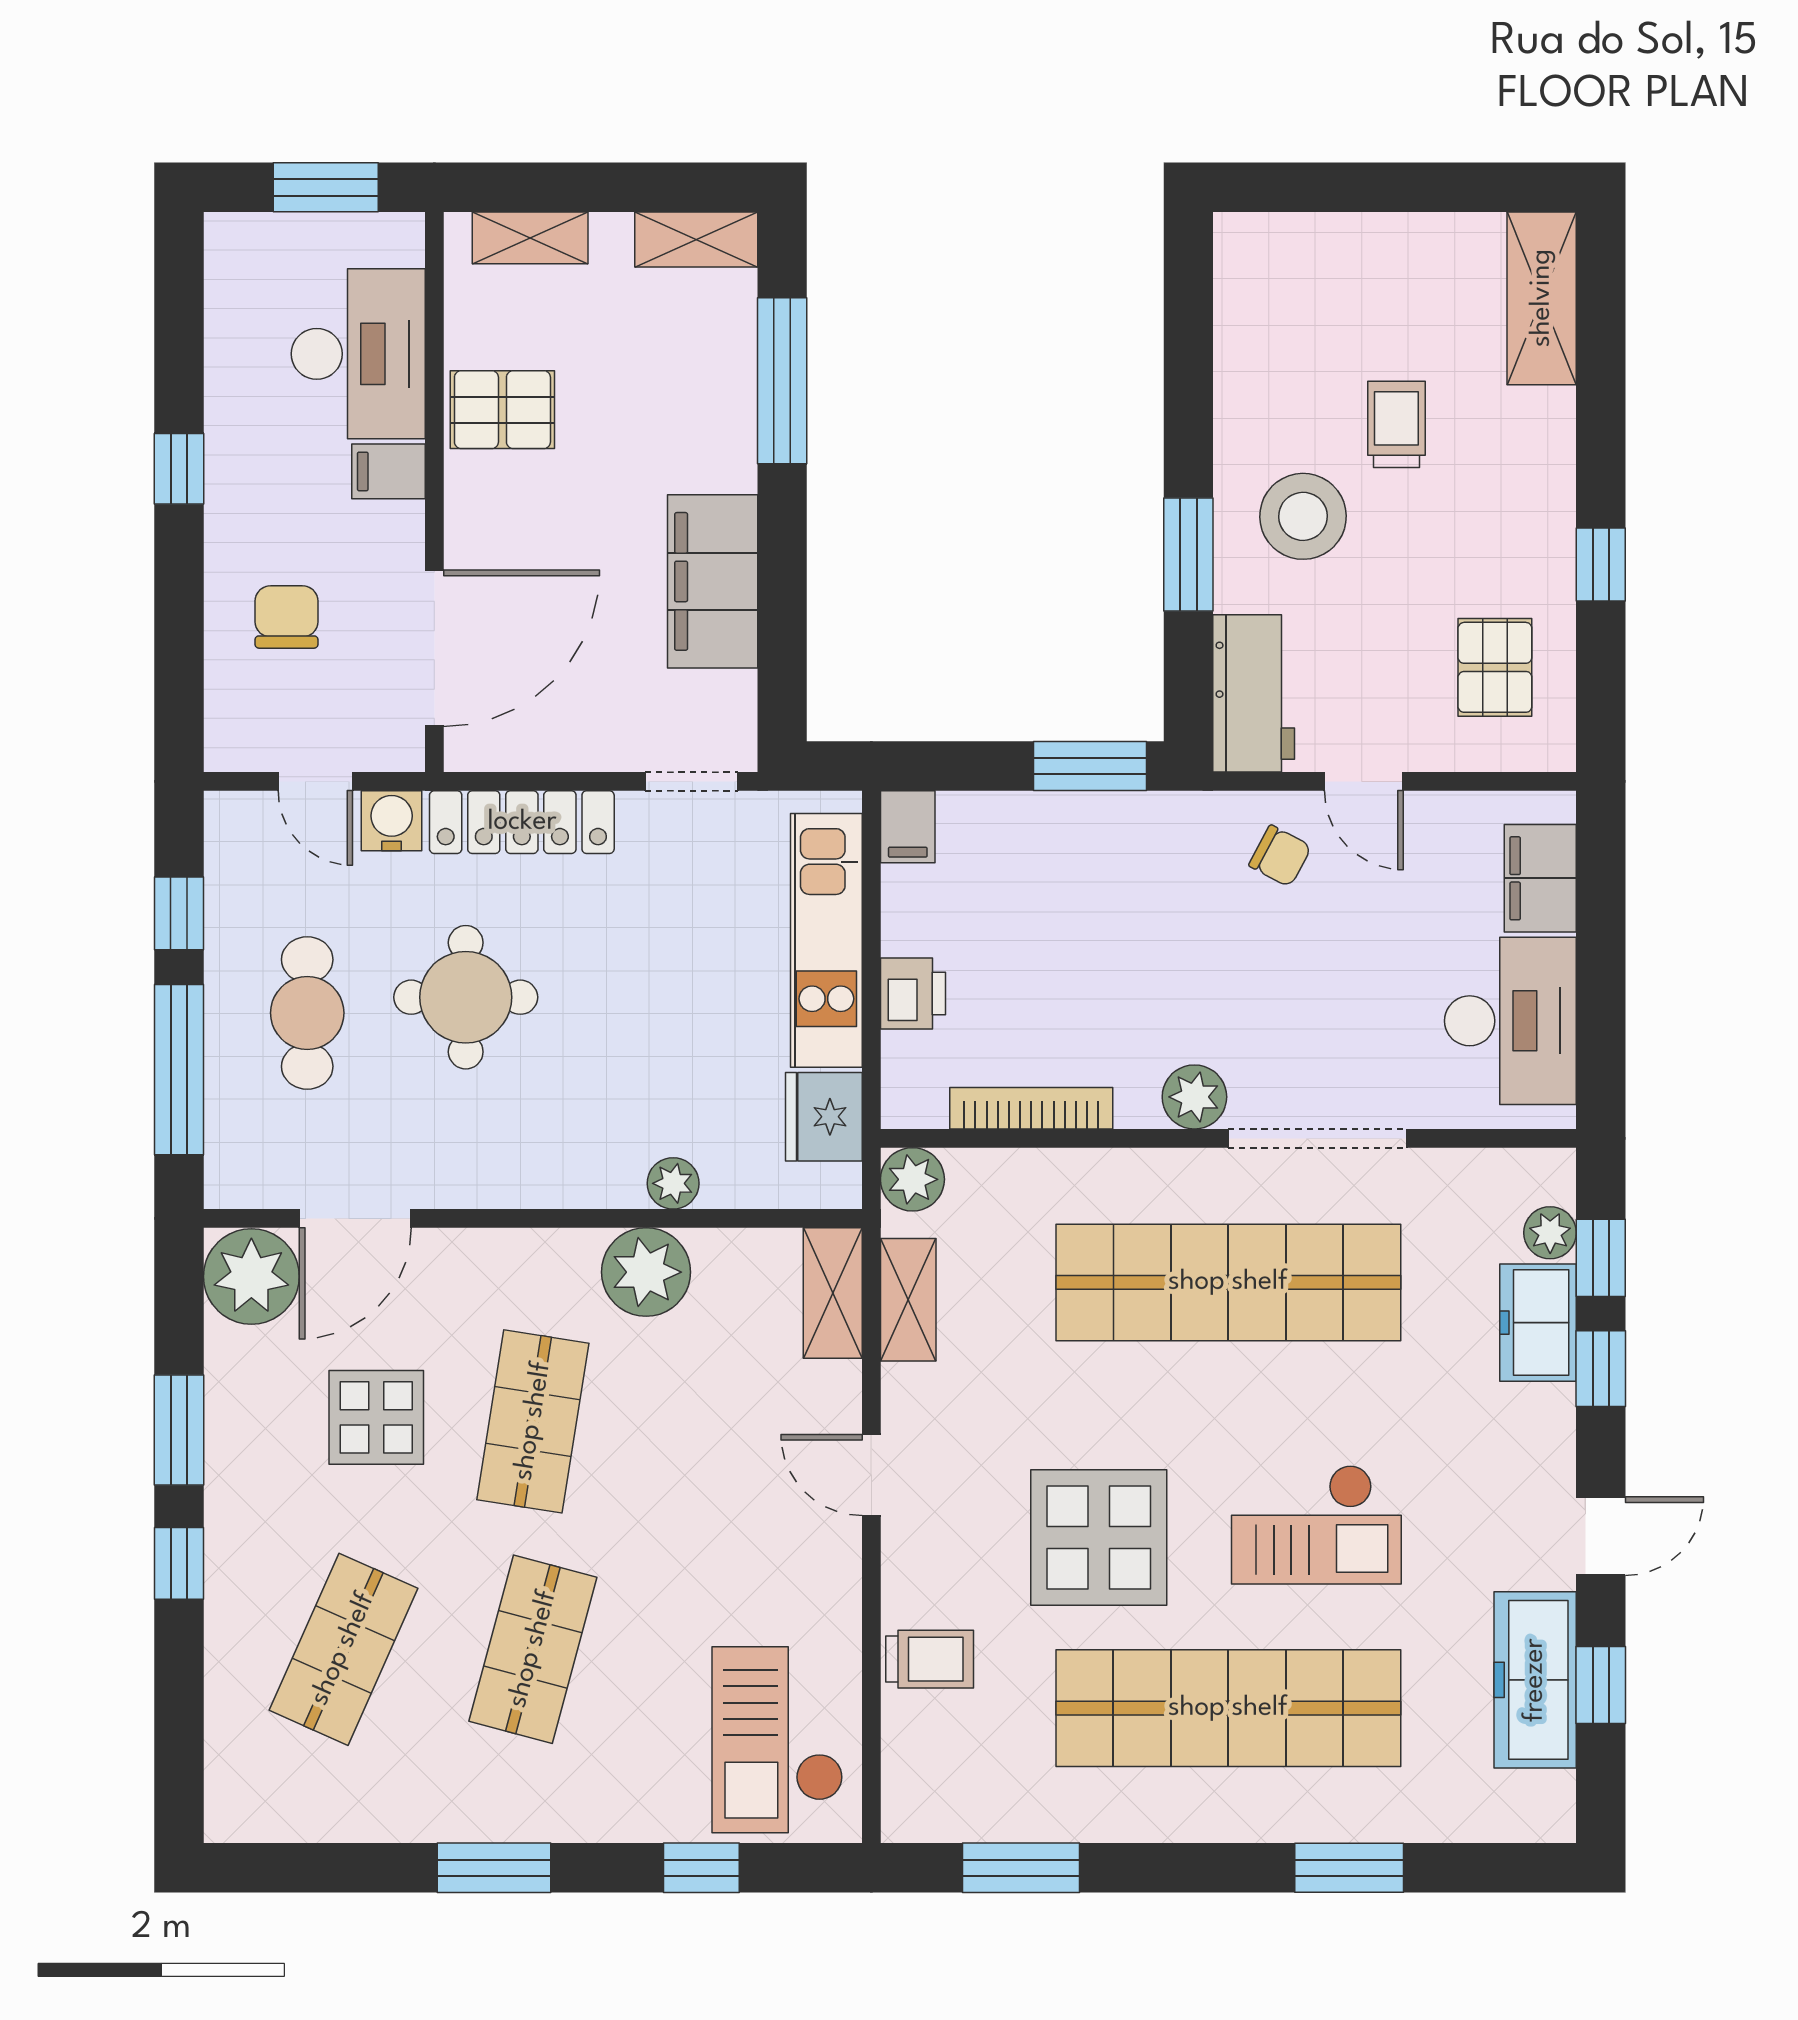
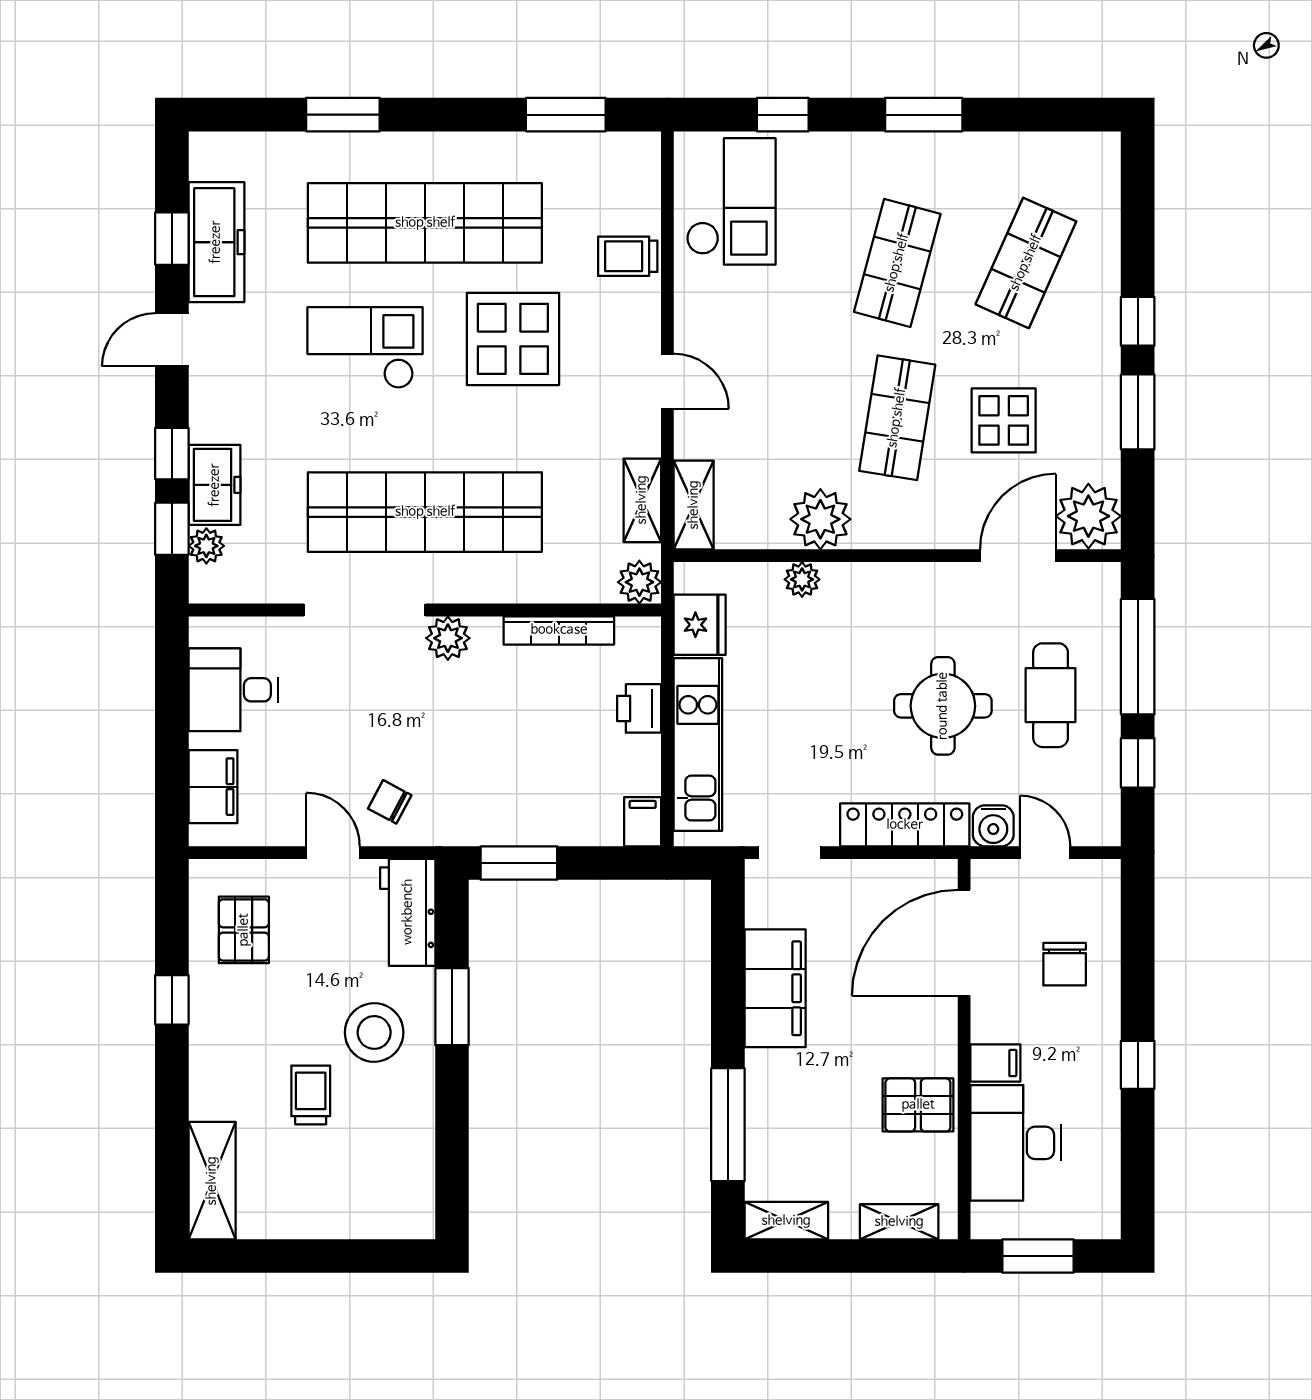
trolley: (1396, 424) -> (311, 1095), turned 180
desk: (1510, 1021) -> (233, 690), width x0.73

